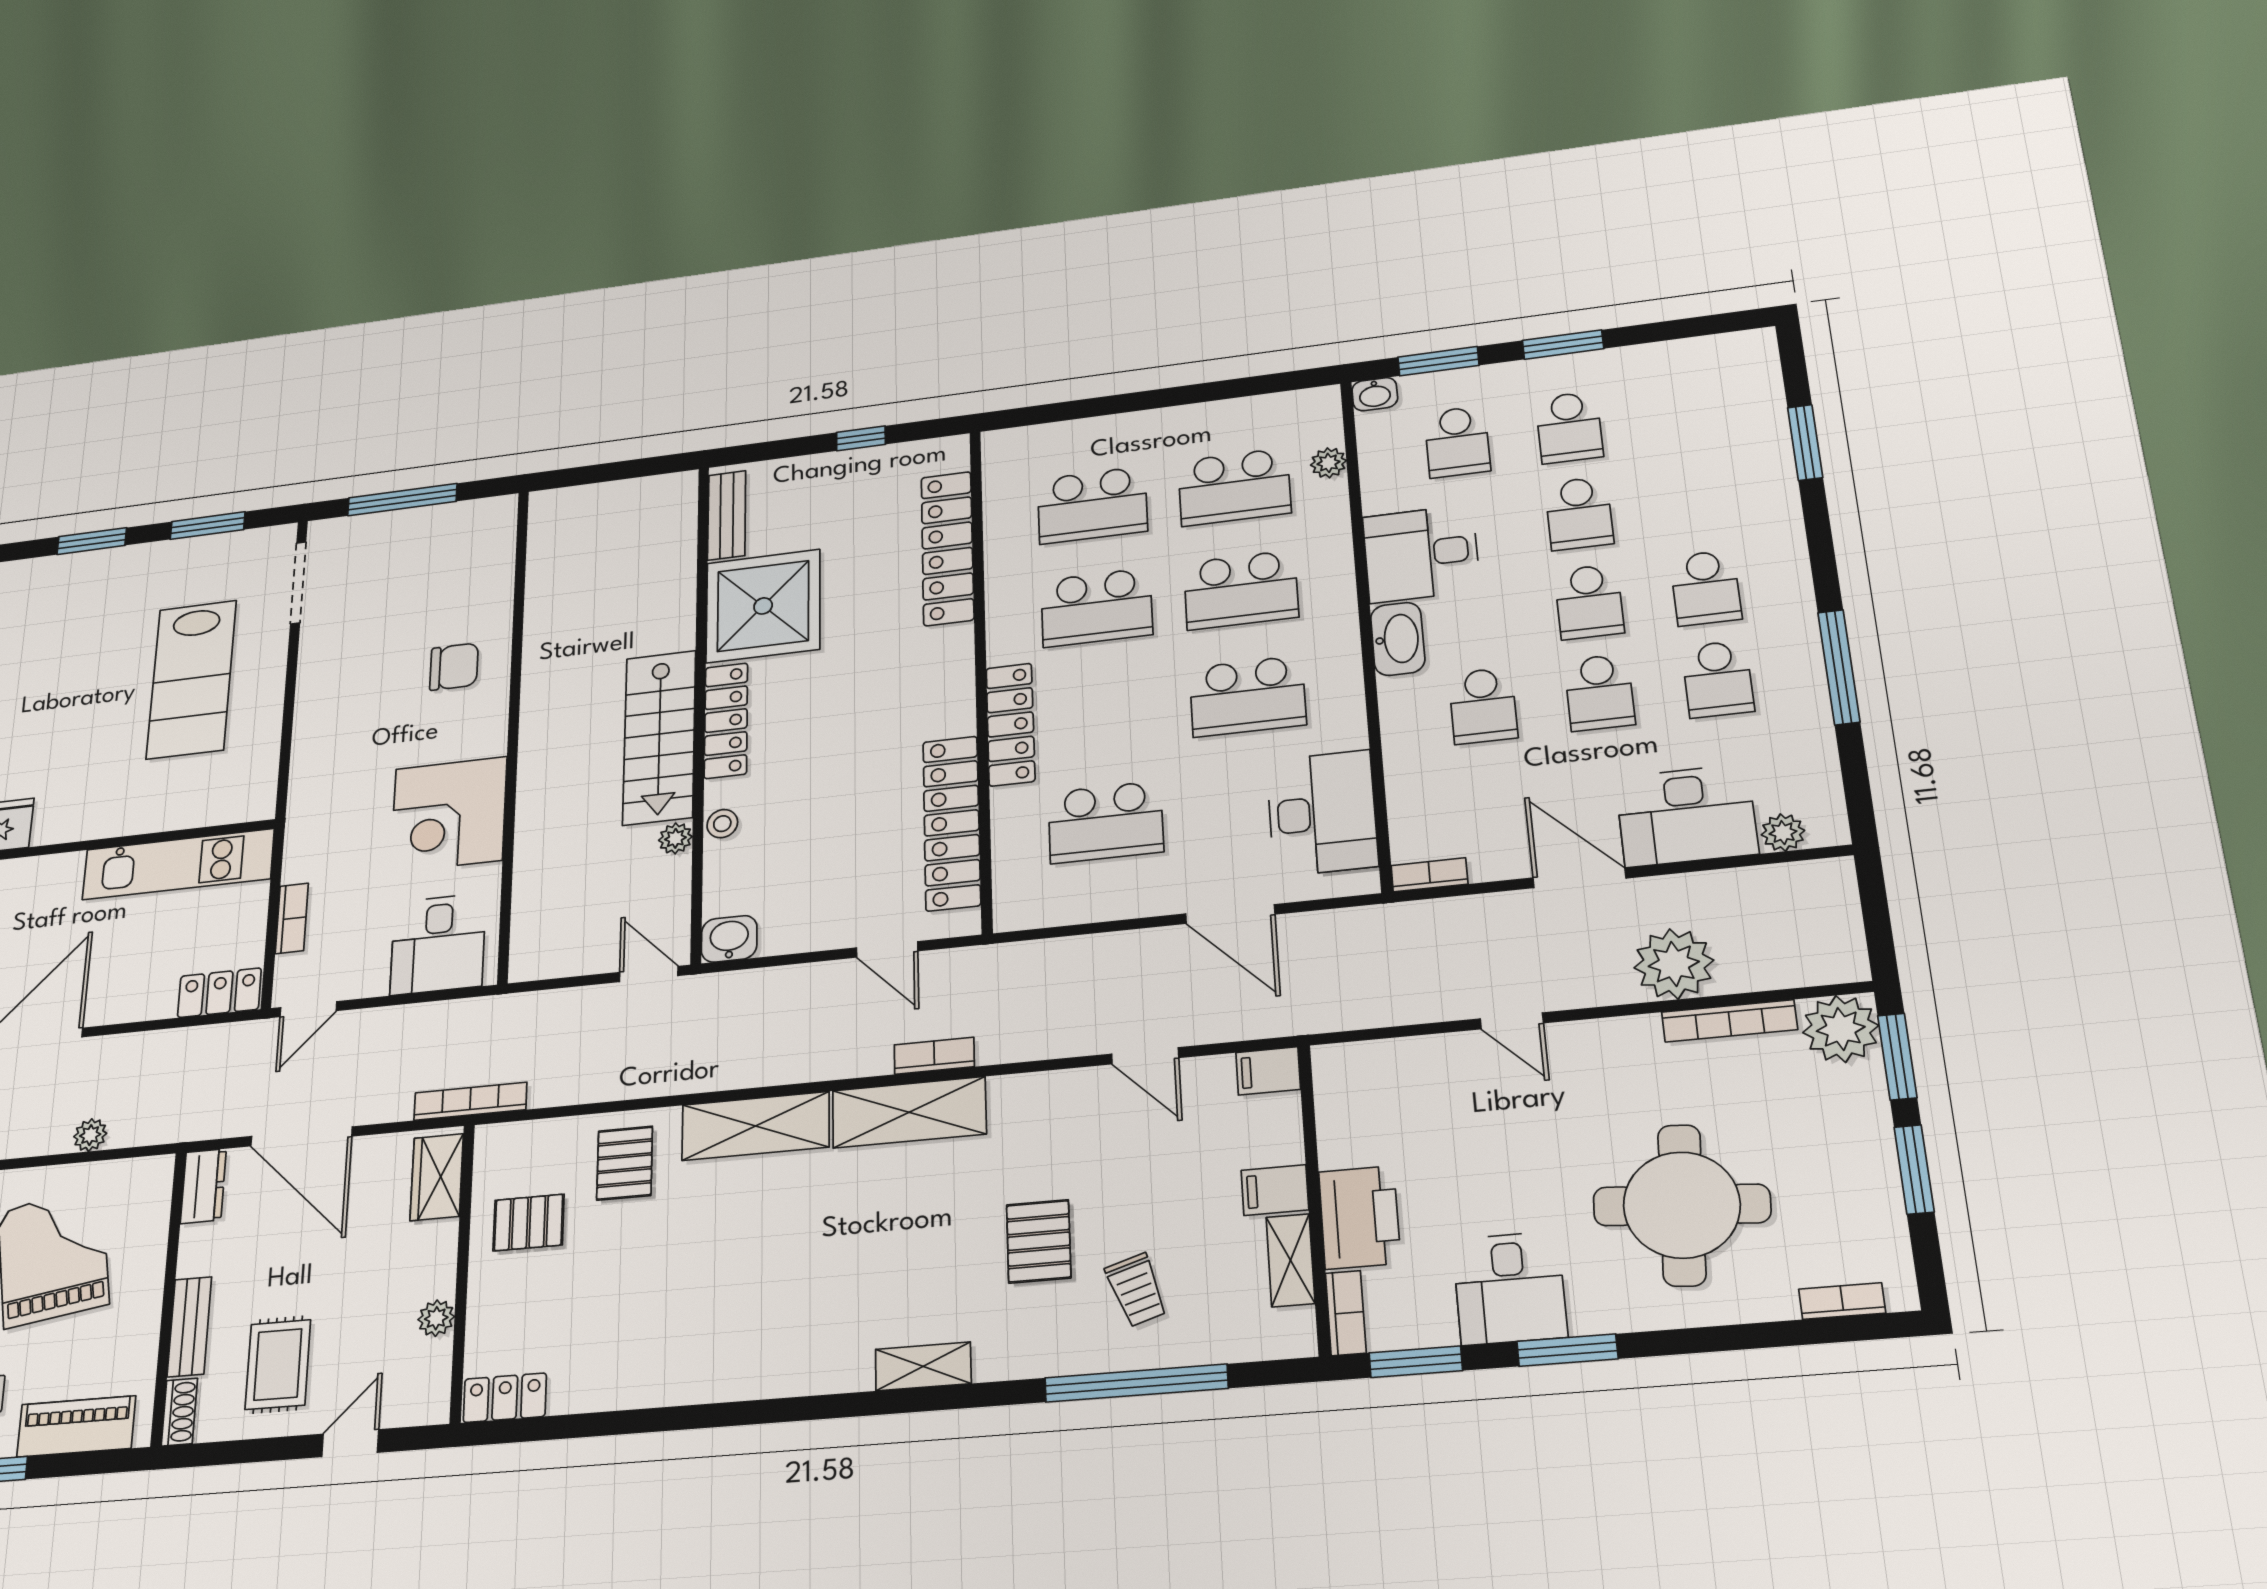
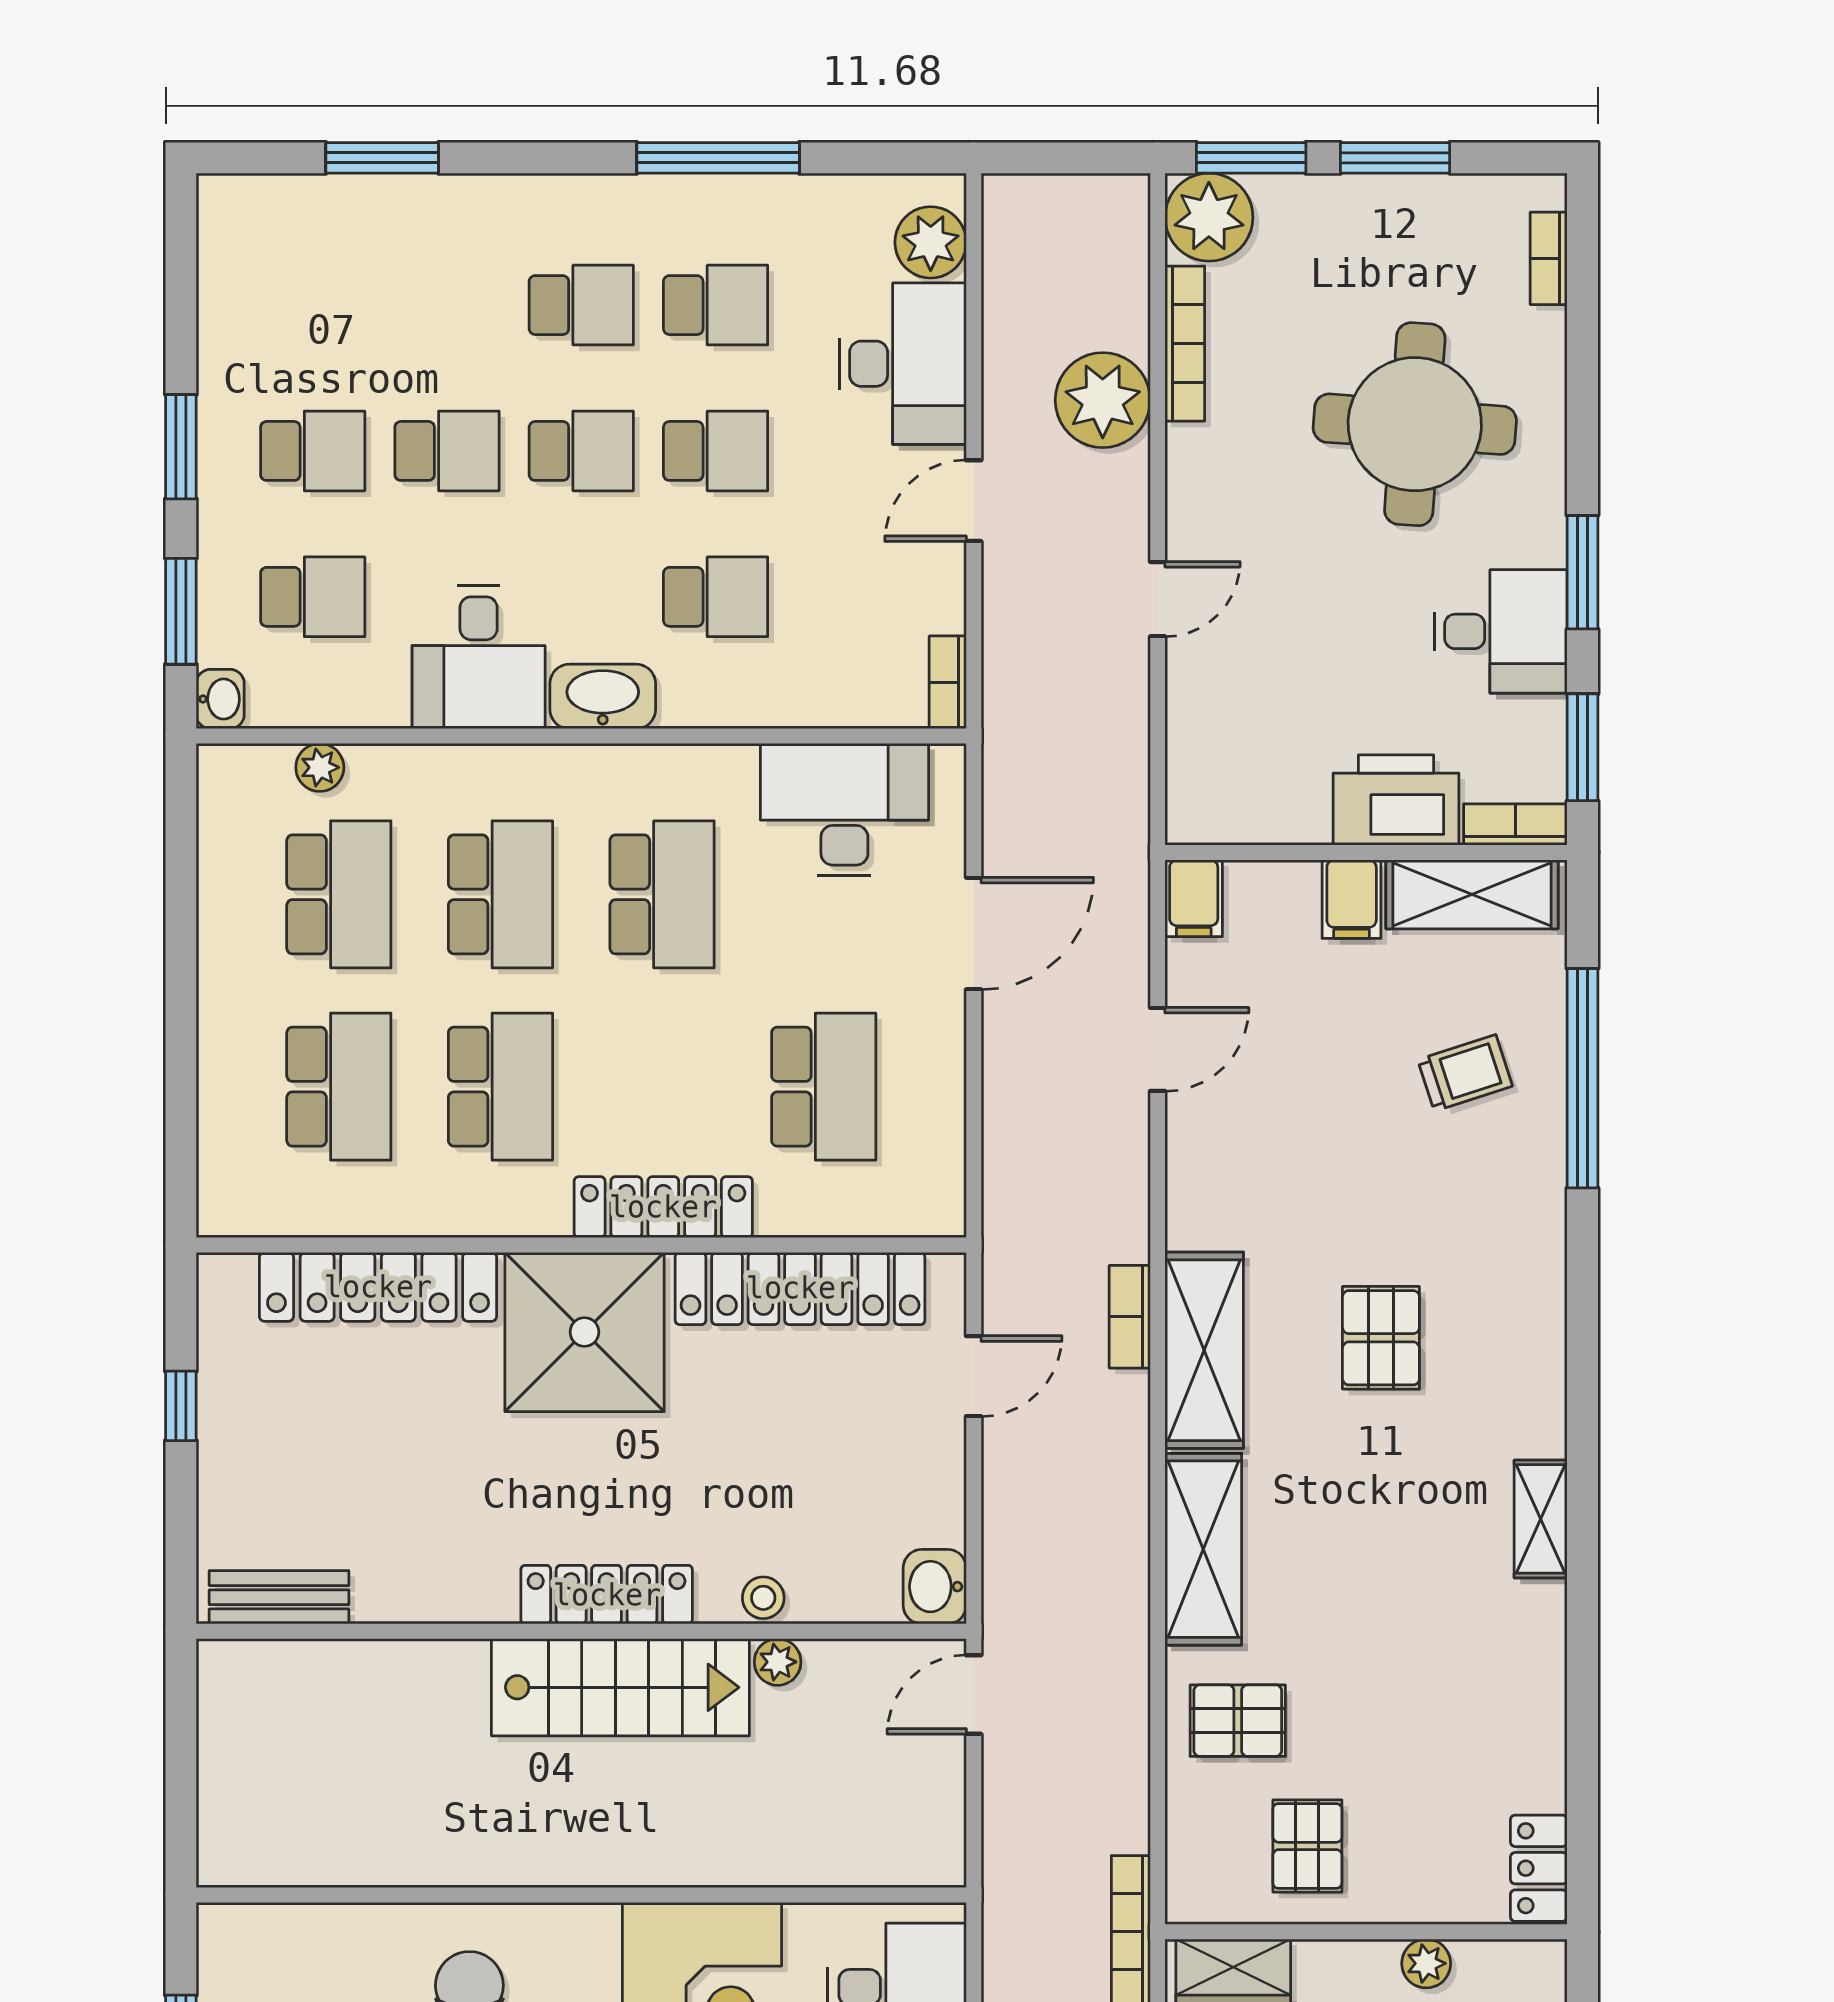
shower: (763, 606) -> (584, 1332), moved
plant: (1783, 833) -> (931, 242), width x1.38, depth x1.38
door: (1579, 878) -> (974, 501), width x0.73
pallet: (1039, 1241) -> (1381, 1338), moved, turned 90
shelving: (1290, 1260) -> (1472, 894), width x1.50, depth x1.33
shelving: (923, 1366) -> (1541, 1519), moved

